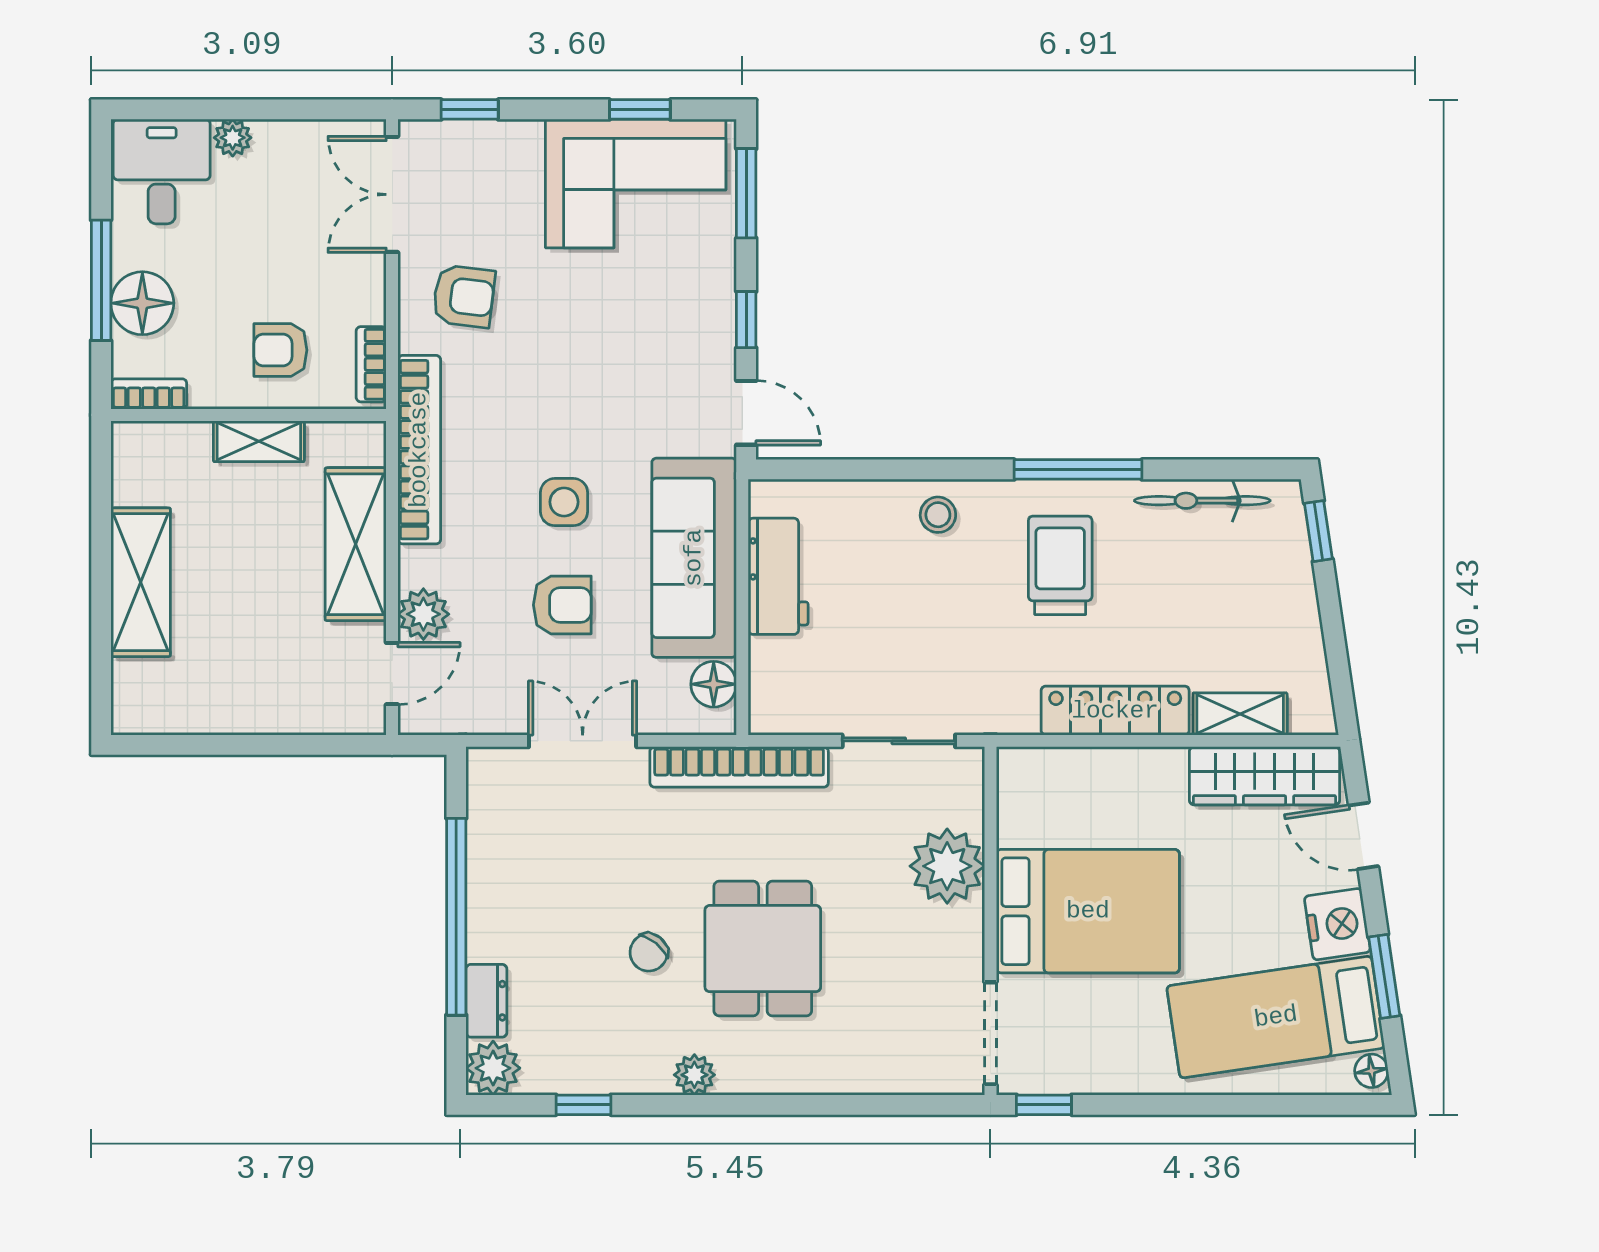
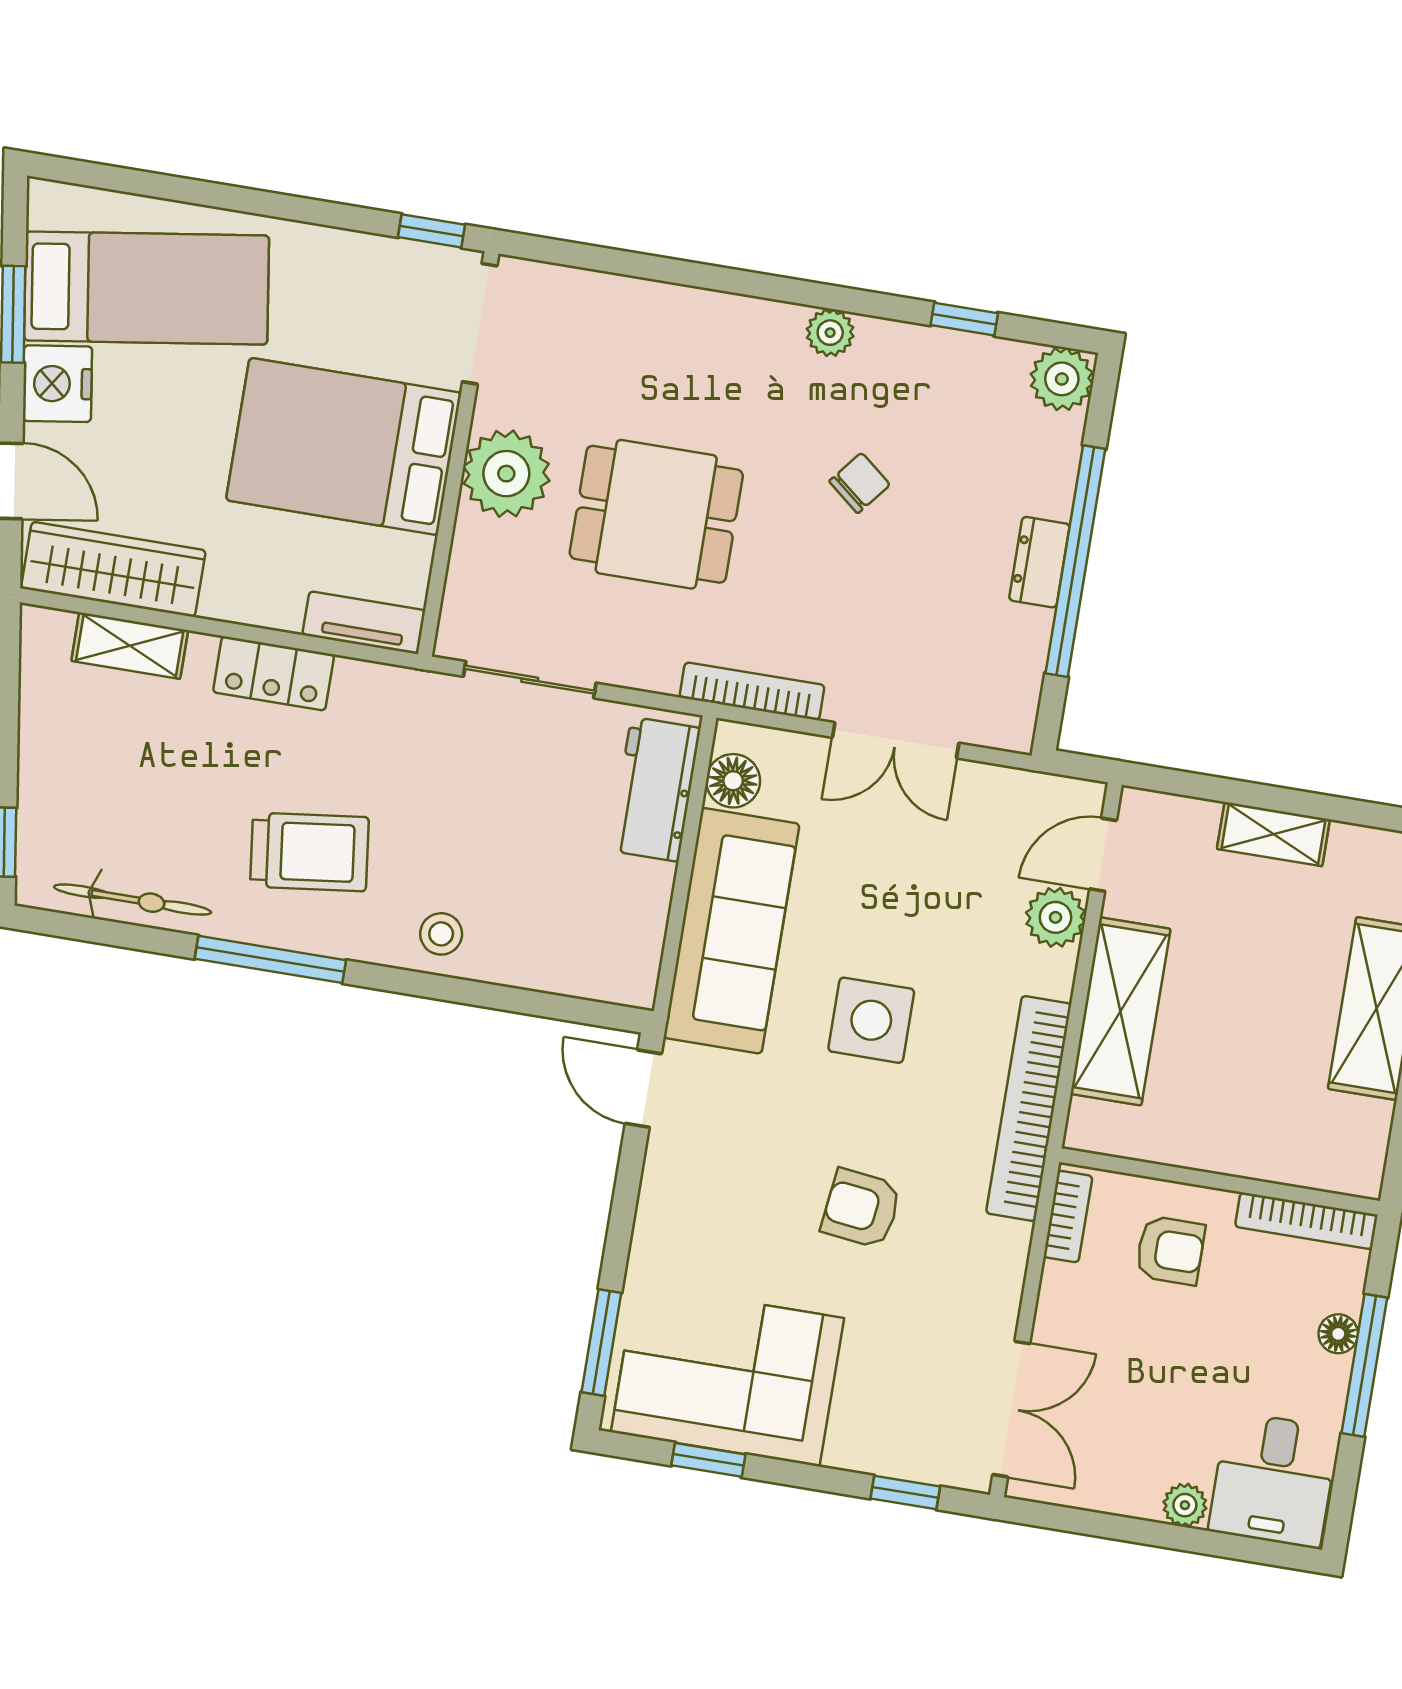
armchair: (464, 296) -> (861, 1209), moved
floor lamp: (142, 303) -> (1338, 1334), width x0.53, depth x0.53
window: (746, 320) -> (626, 1196), removed
bookcase: (149, 394) -> (1306, 1221), width x1.56
shelving: (259, 441) -> (1273, 834), moved
side table: (564, 502) -> (871, 1020), width x1.37, depth x1.37
trolley: (1060, 565) -> (309, 852), turned -97
workbench: (778, 576) -> (655, 789), moved
armchair: (562, 605) -> (893, 901), removed
locker: (1115, 711) -> (274, 673), width x0.66
tv unit: (1046, 766) -> (364, 623), added
bookcase: (739, 767) -> (752, 691), width x0.68, depth x0.76
plant: (947, 866) -> (506, 474), moved
dining table: (763, 949) -> (656, 514), moved, turned 90
dresser: (486, 1001) -> (1039, 562), moved
floor lamp: (1371, 1071) -> (46, 207), removed

